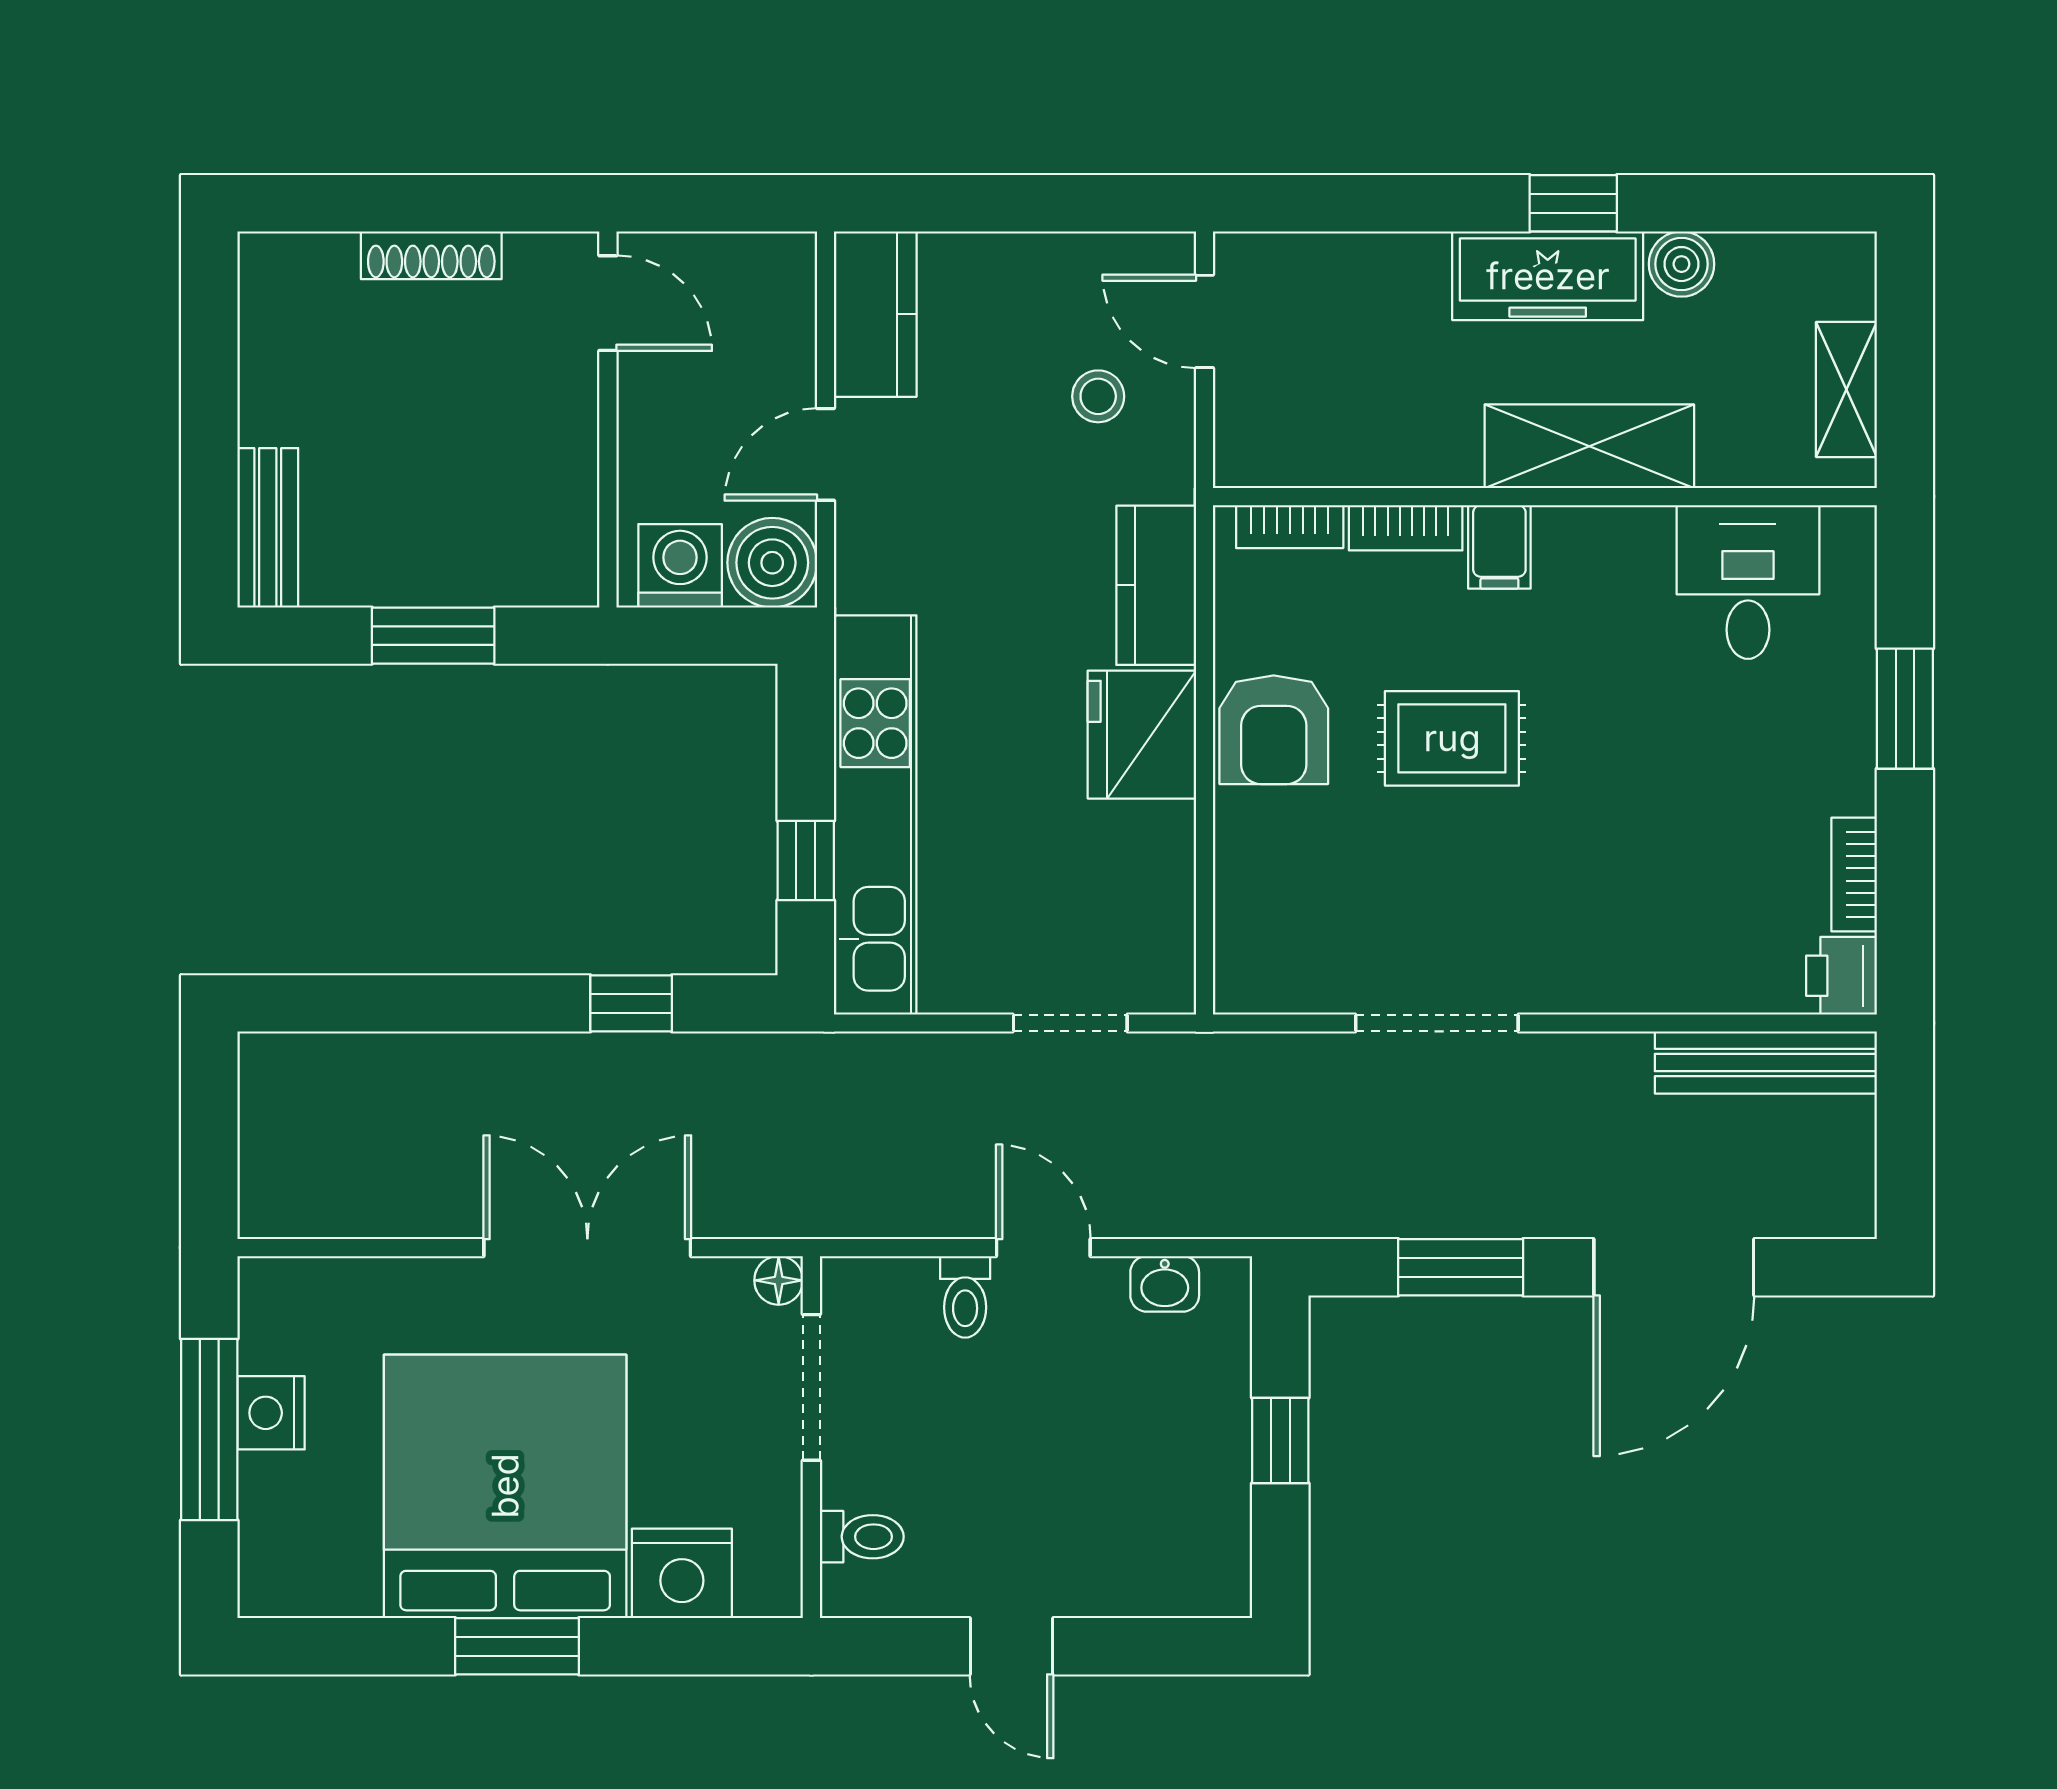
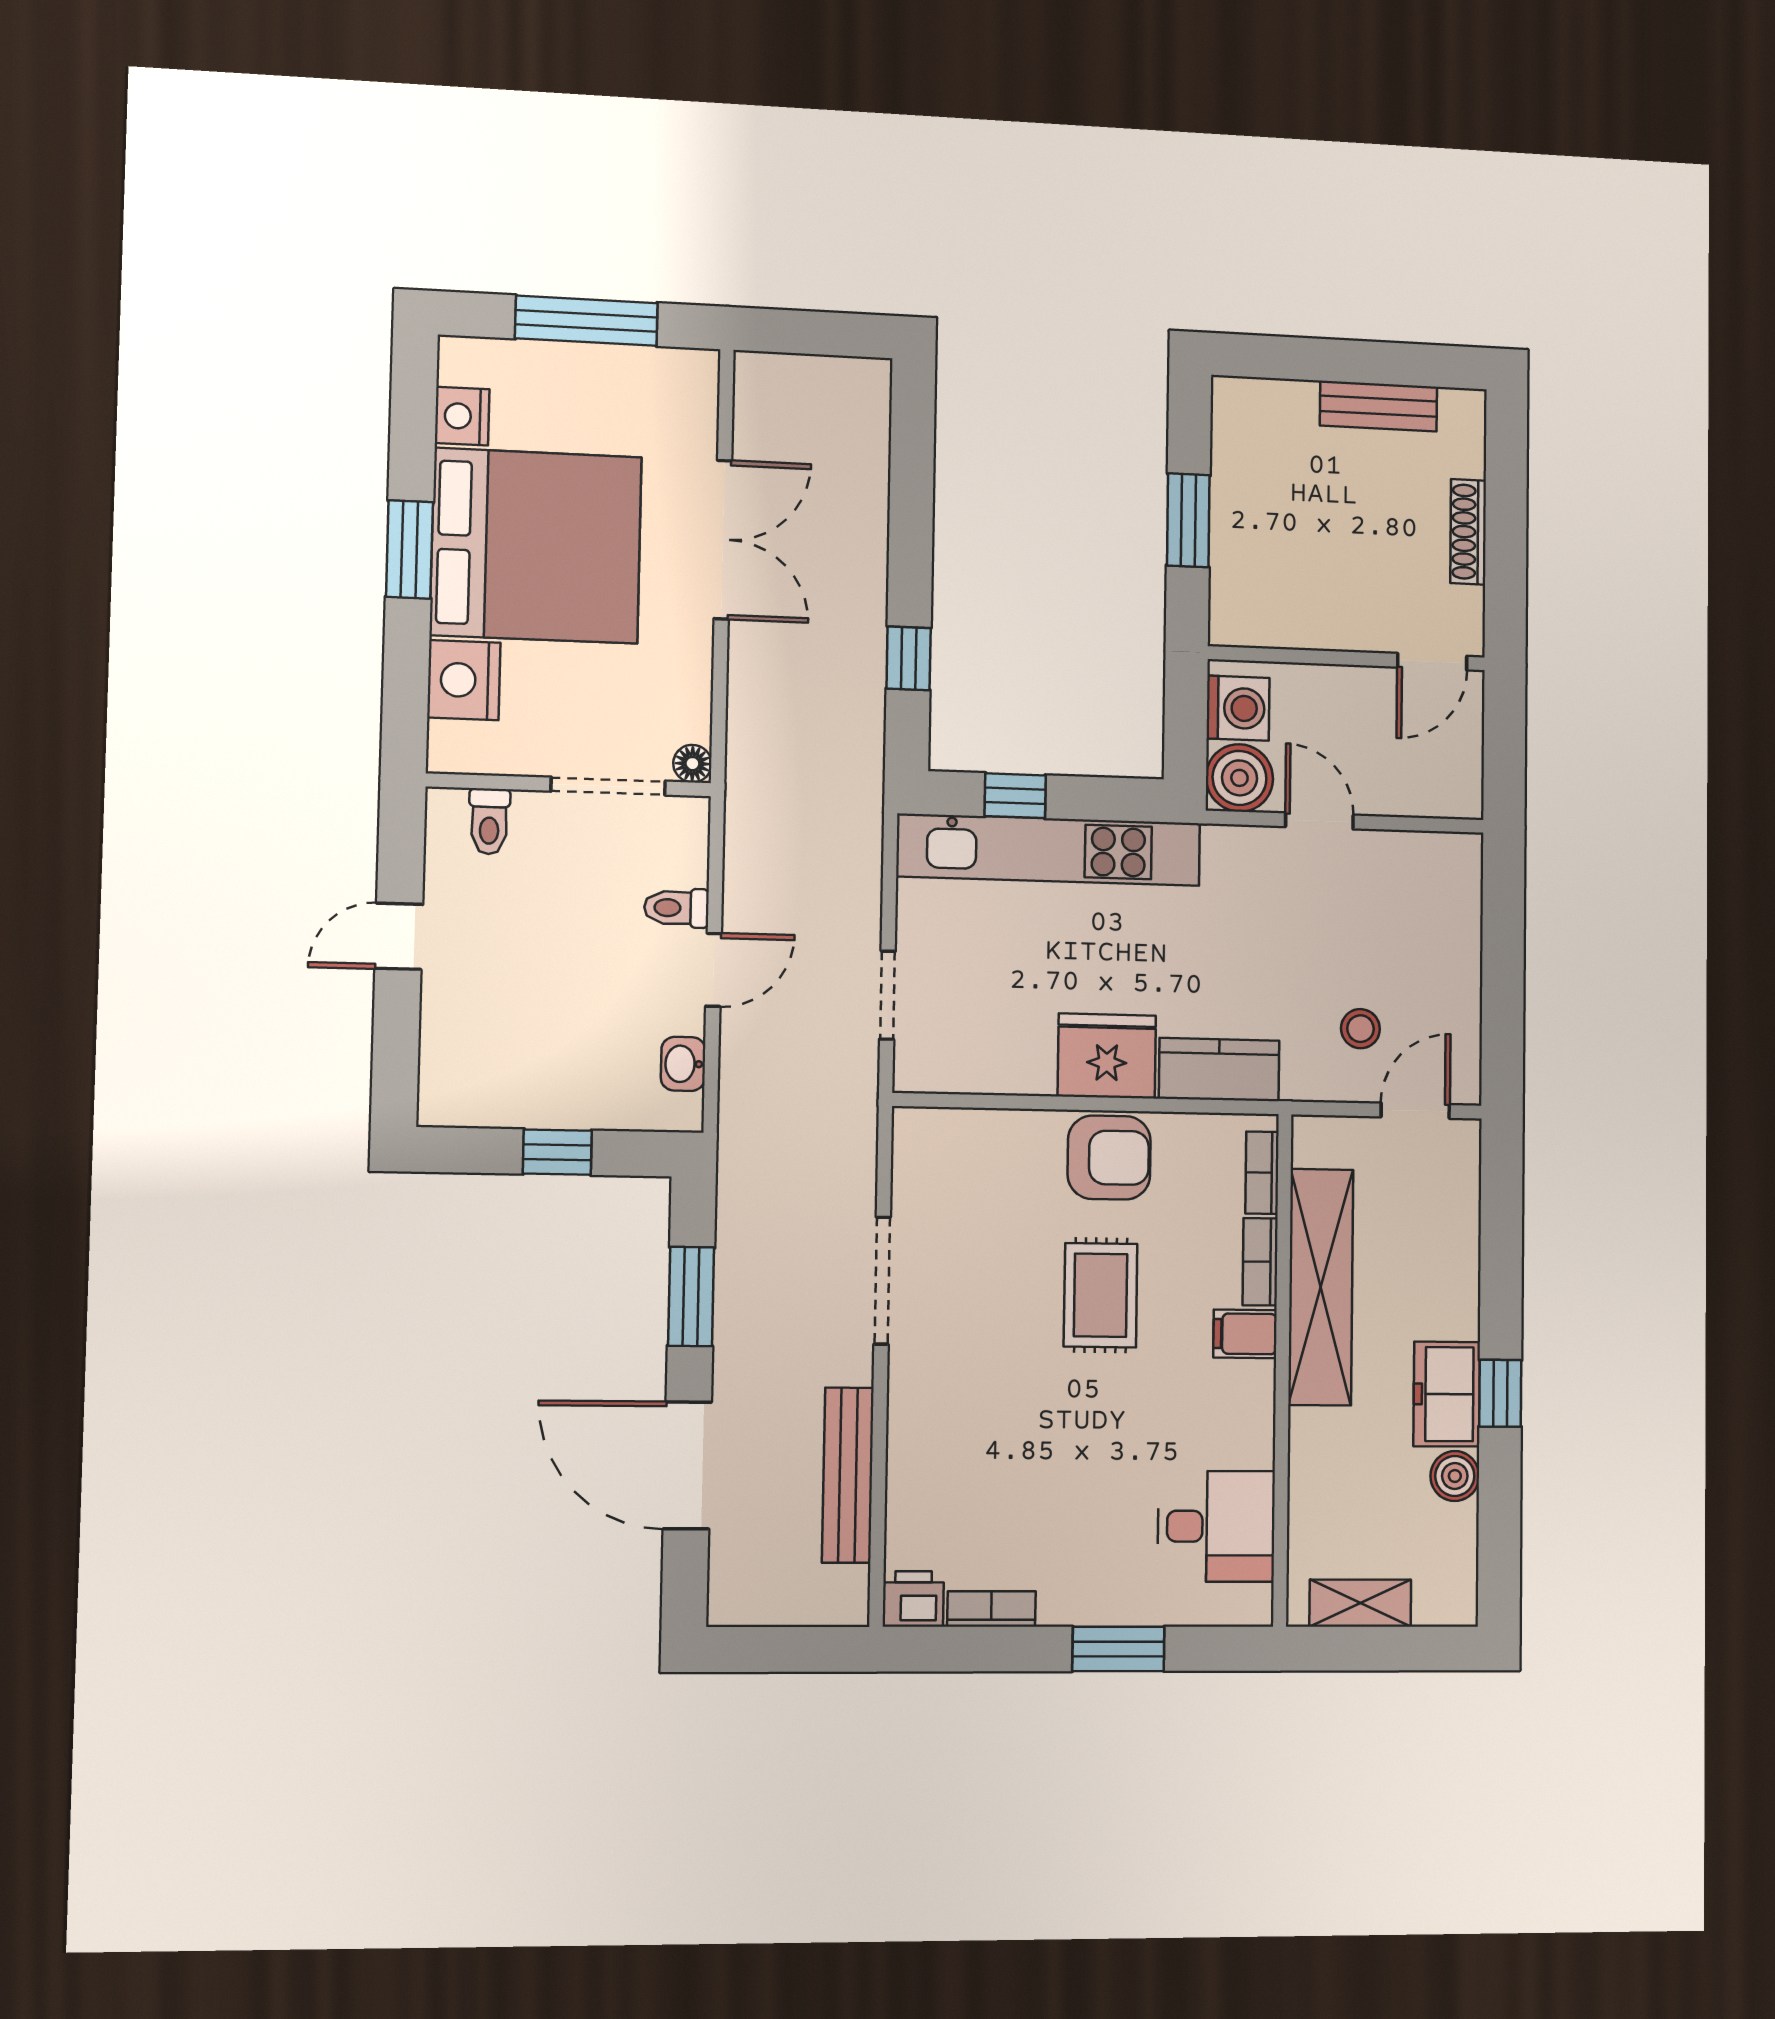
freezer: (1548, 276) -> (1447, 1394), width x0.71
kitchen counter: (875, 314) -> (1423, 862), removed
shelving: (1589, 446) -> (1321, 1287), moved, width x1.47
bench: (268, 528) -> (1379, 406), moved
armchair: (1274, 730) -> (1109, 1158), turned 180
bench: (1766, 1063) -> (848, 1475), moved
double door: (587, 1248) -> (723, 540), moved
nightstand: (271, 1413) -> (462, 416), moved, turned -90

